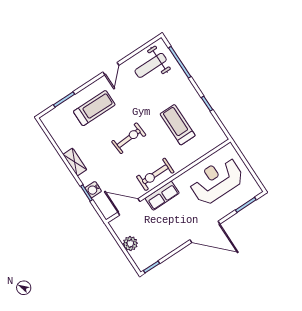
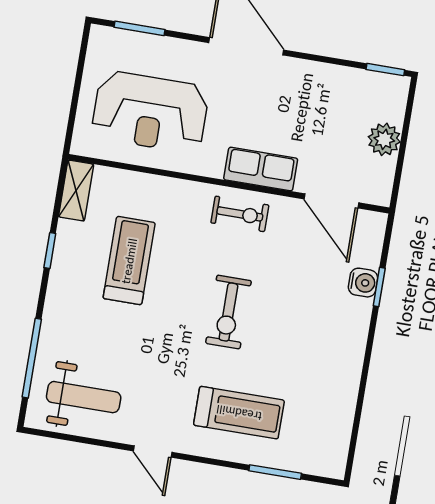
door: (111, 69) -> (153, 452), swing flipped
treadmill: (94, 108) -> (239, 413), turned 180
treadmill: (178, 125) -> (129, 261), turned 180
exercise bike: (129, 138) -> (228, 312), turned -86
shelving: (75, 162) -> (76, 191), moved
exercise bike: (155, 174) -> (240, 214), width x0.73, depth x0.72

